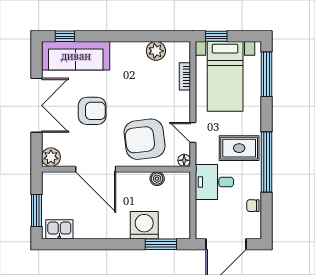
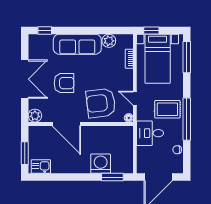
sofa: (76, 56) -> (77, 44), moved
boiler: (157, 179) -> (110, 131), removed

